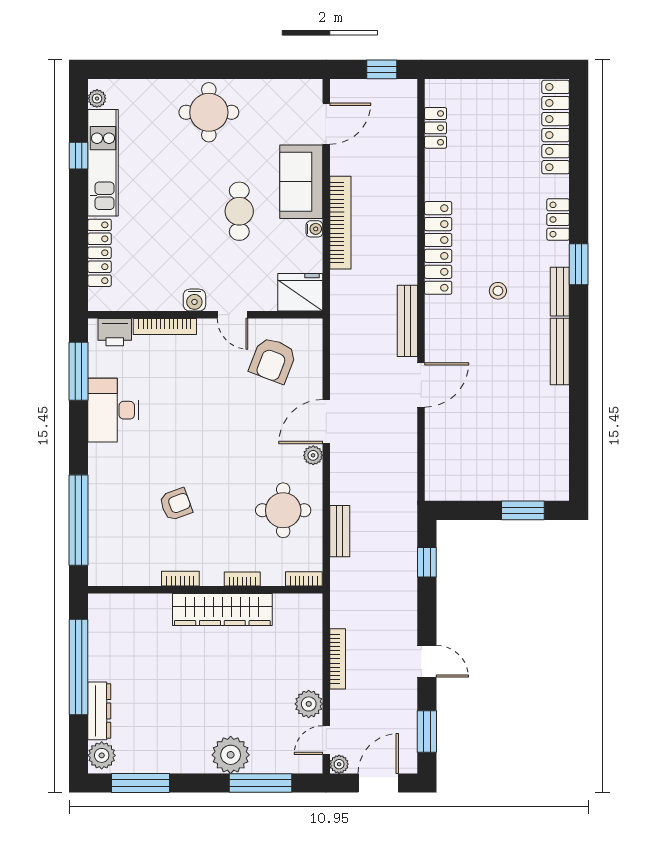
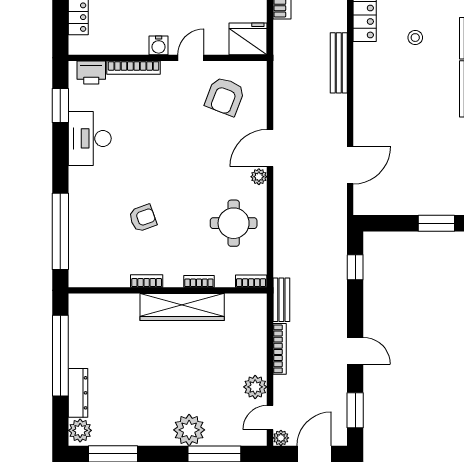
door: (233, 315) -> (191, 58), swing flipped
window: (78, 371) -> (60, 105), width x0.69
door: (421, 385) -> (350, 165), moved
bench: (340, 531) -> (281, 300), moved

